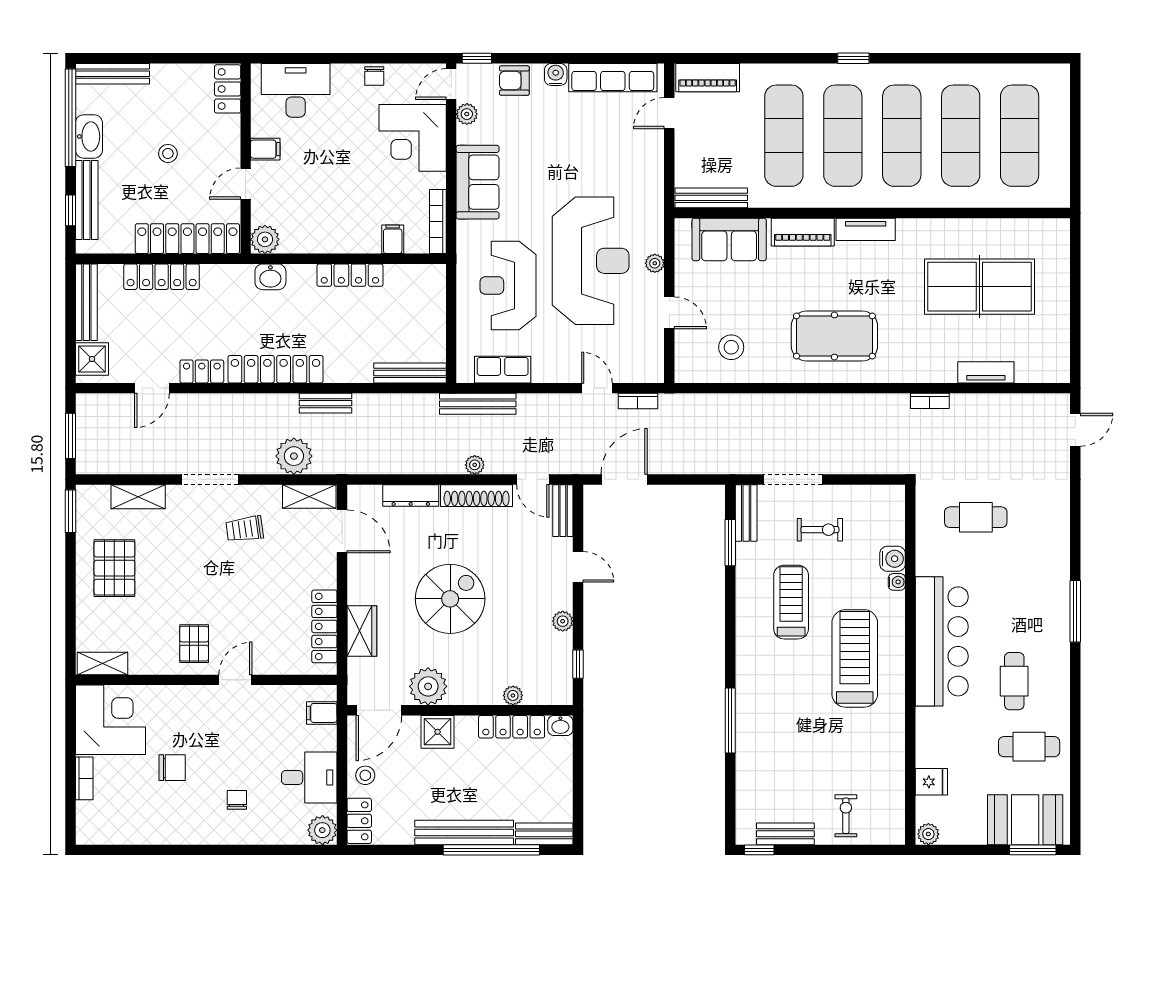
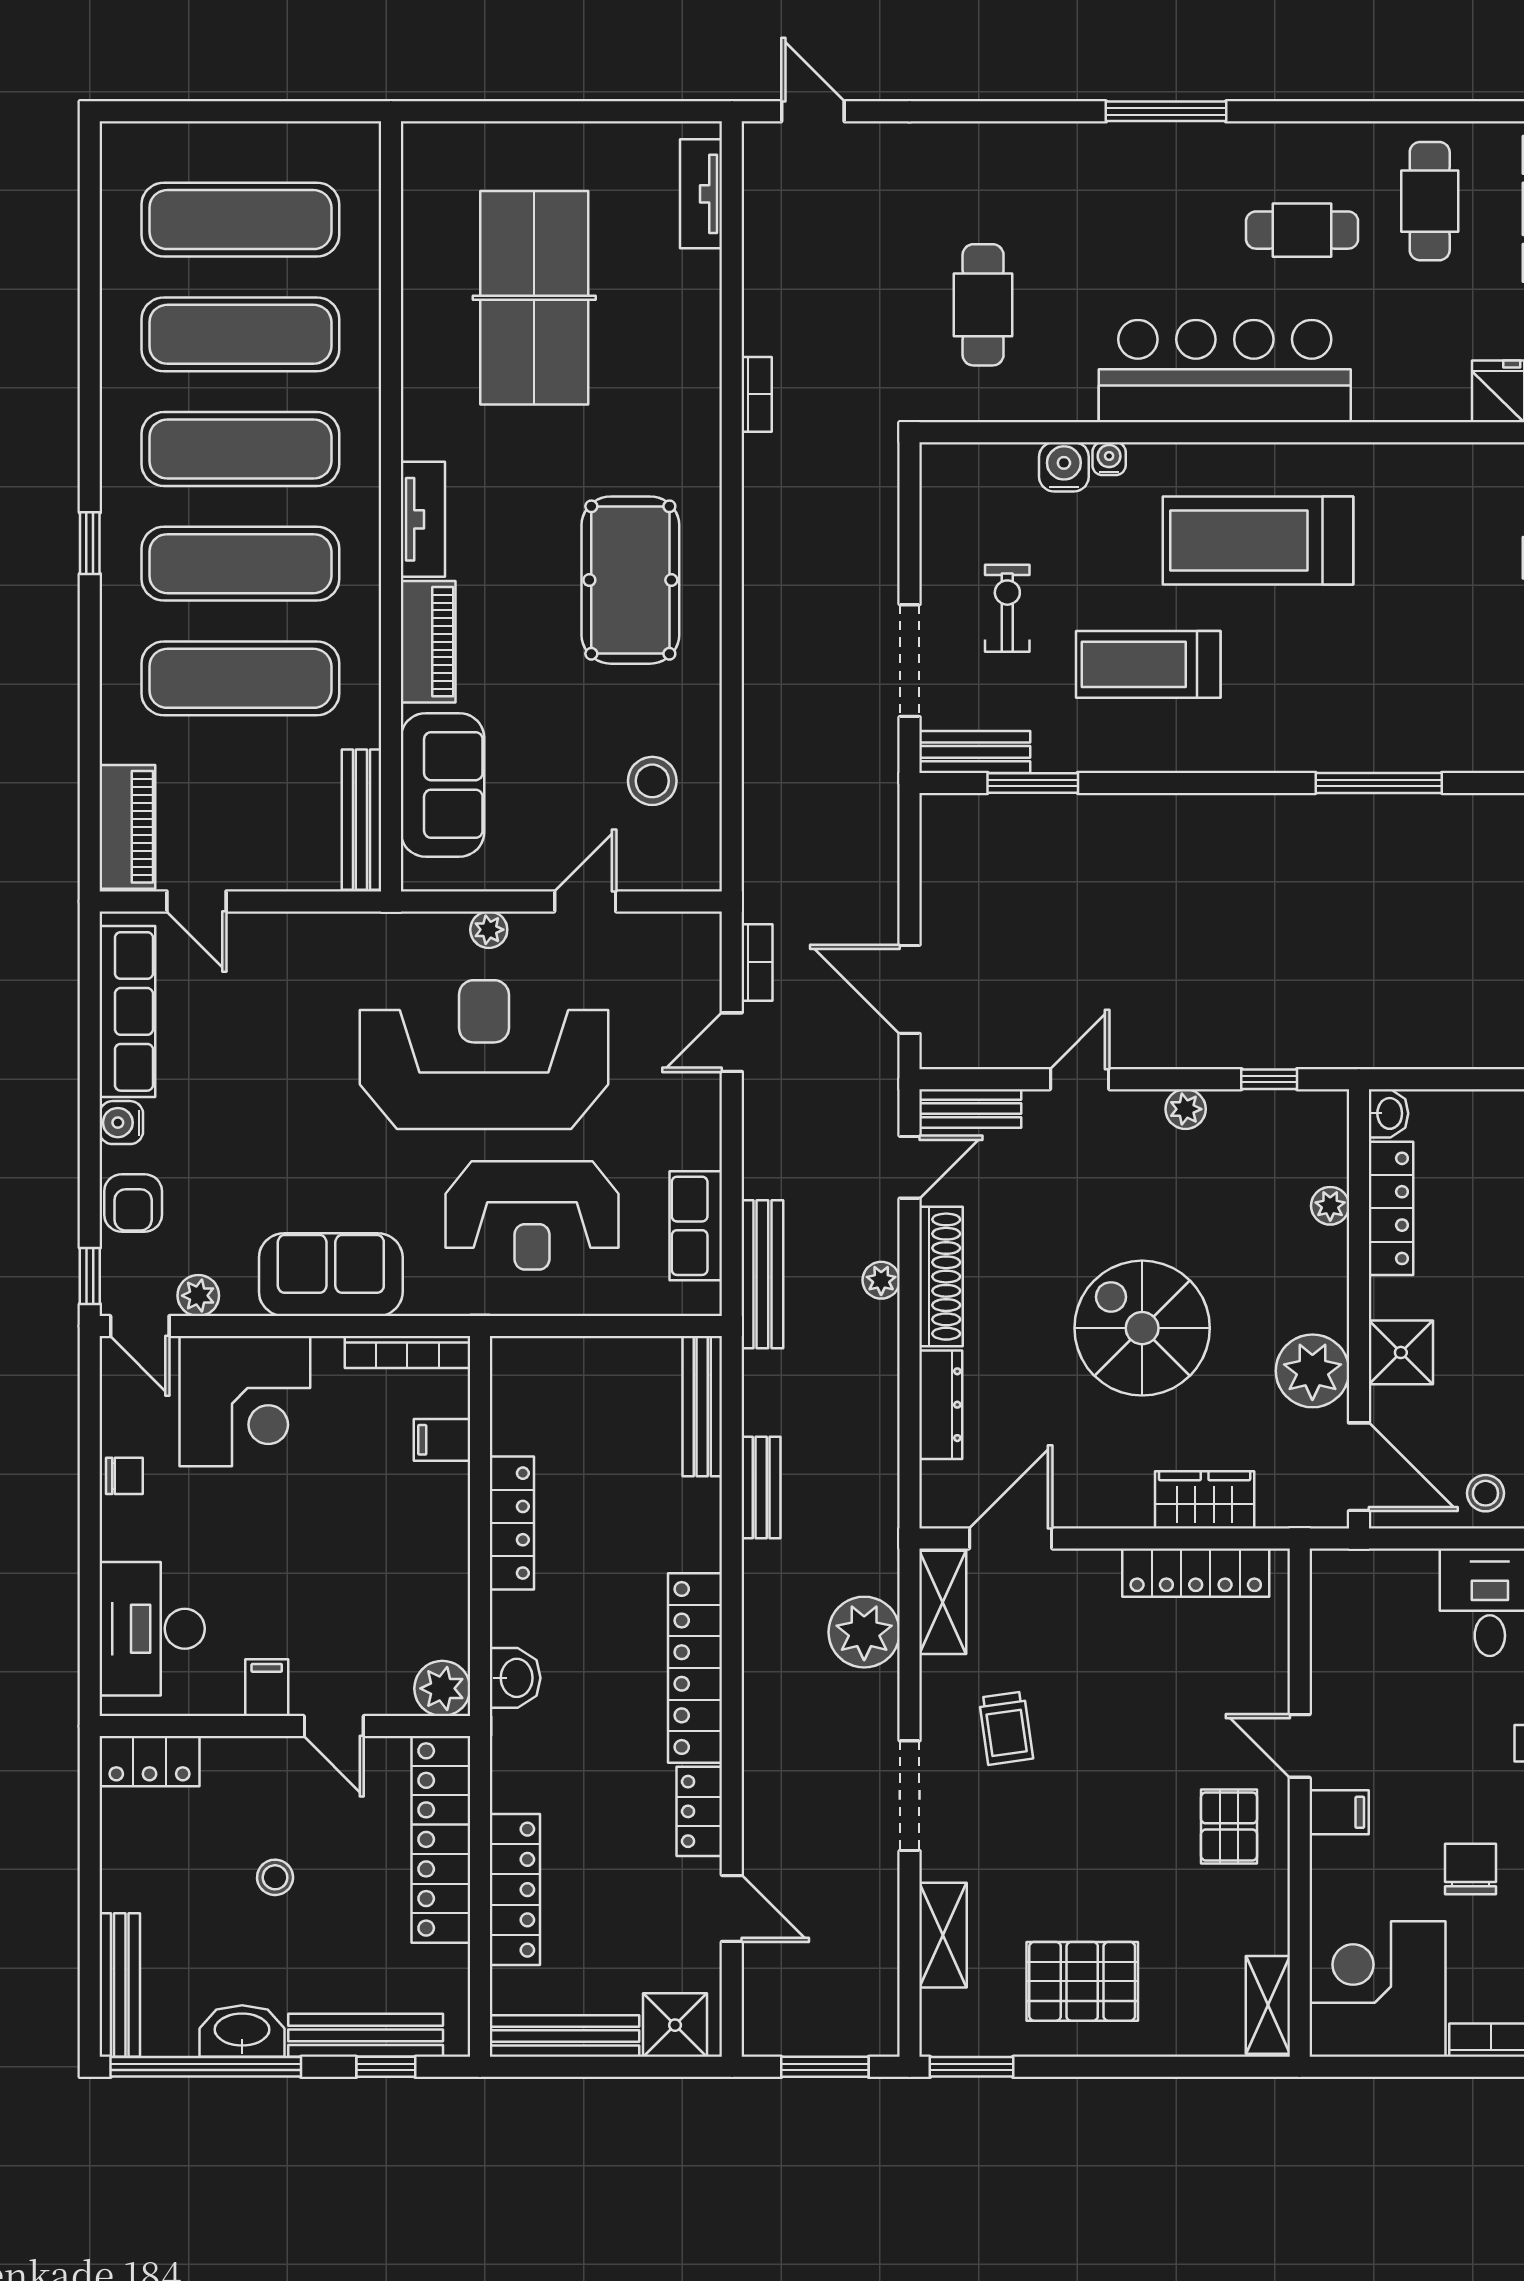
tv unit: (986, 372) -> (701, 194), moved
bench: (326, 403) -> (761, 1488), moved
pallet: (194, 644) -> (1229, 1826), turned 90
filing cabinet: (322, 713) -> (1339, 1812), moved, turned -90

